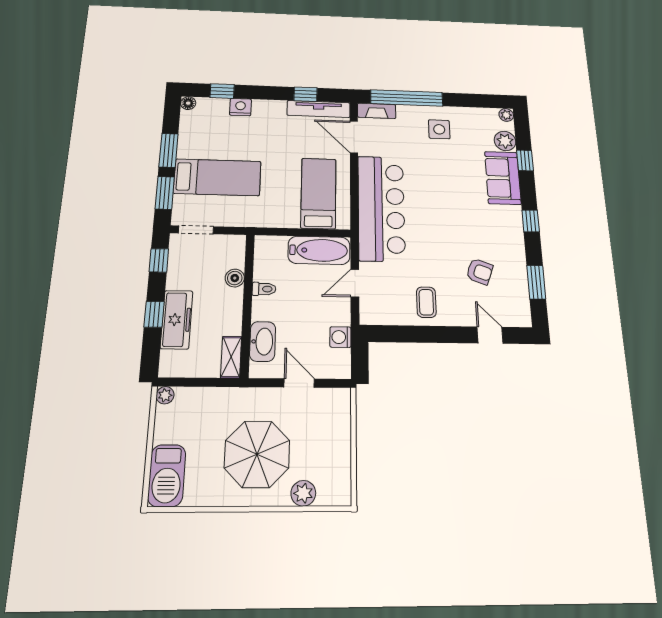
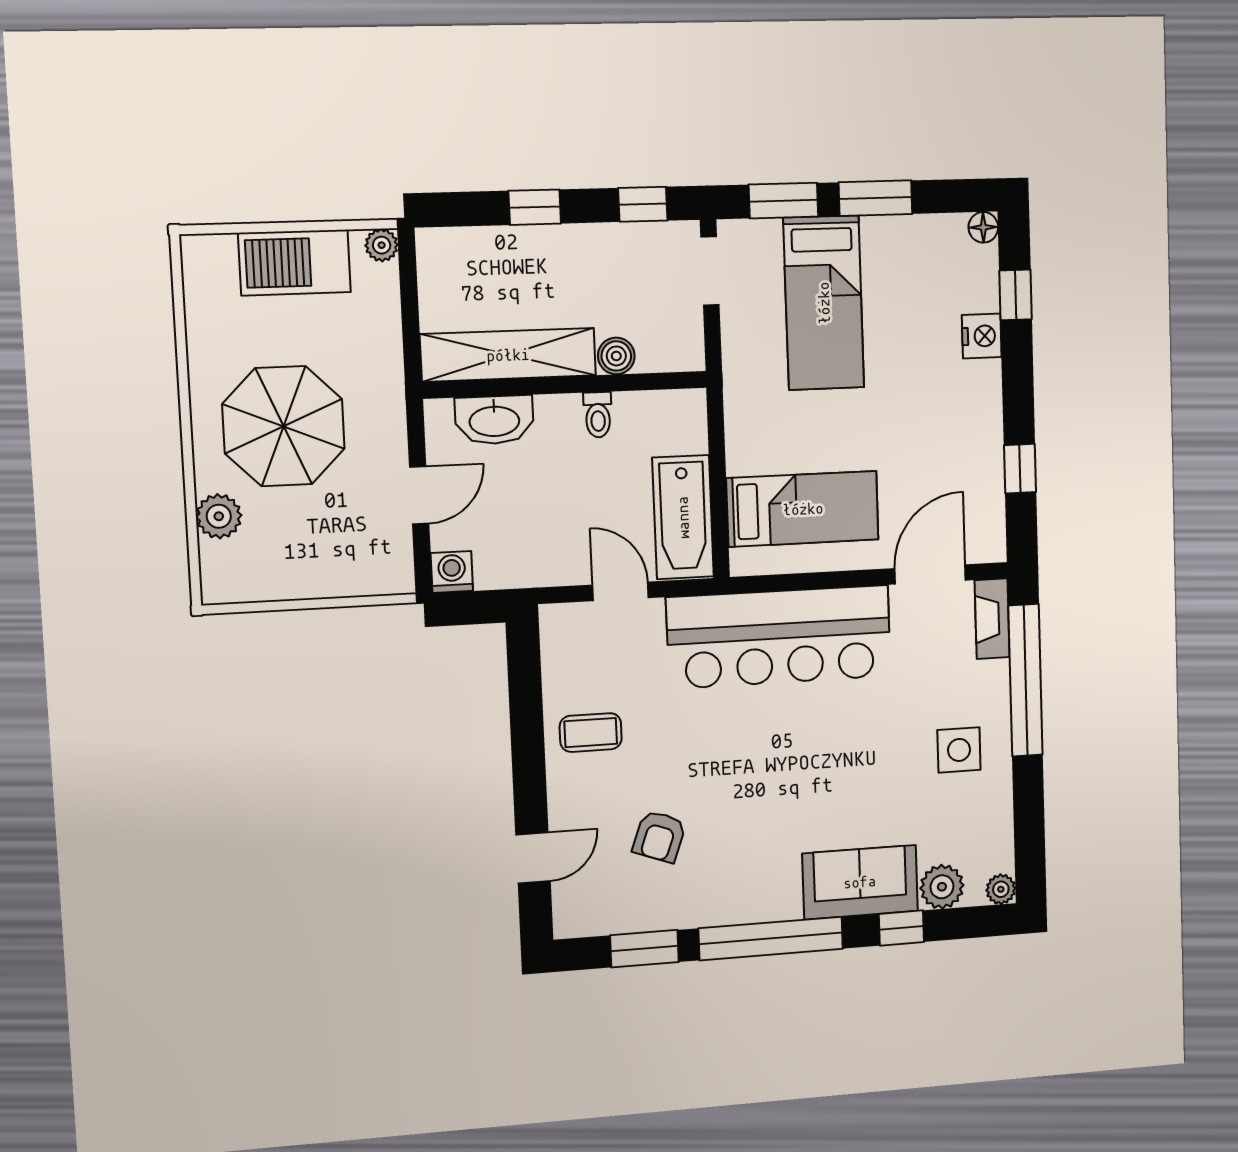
tv unit: (319, 109) -> (988, 498), removed
window: (531, 221) -> (771, 938), width x3.17
freezer: (177, 320) -> (527, 252), removed
washing machine: (340, 337) -> (452, 572), moved
shelving: (231, 357) -> (508, 355), width x2.20, depth x1.33
barbecue: (167, 475) -> (295, 263), moved

